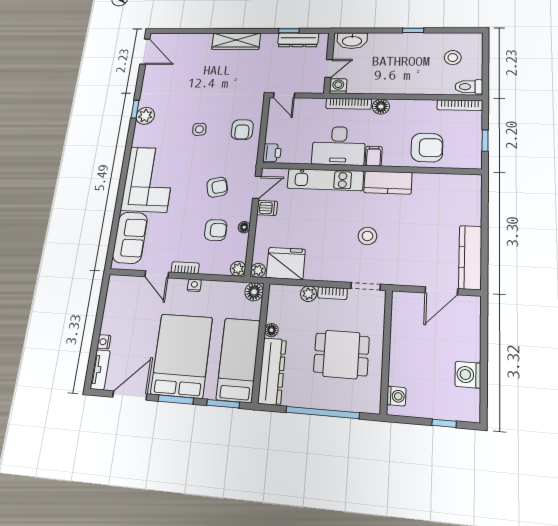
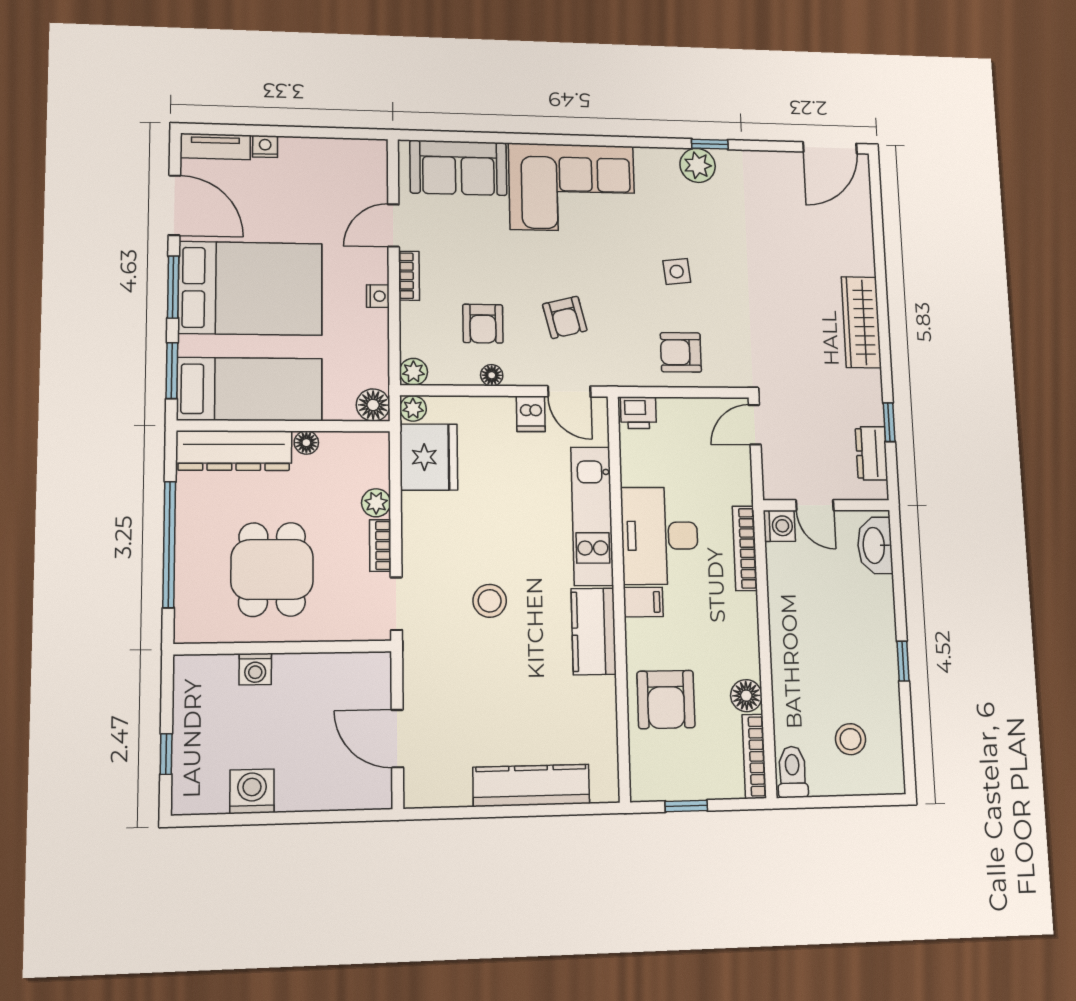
dresser: (298, 40) -> (872, 453), width x0.70
floor lamp: (381, 107) -> (746, 696), moved
kitchen counter: (470, 257) -> (531, 785), moved
washing machine: (396, 396) -> (255, 669), moved

